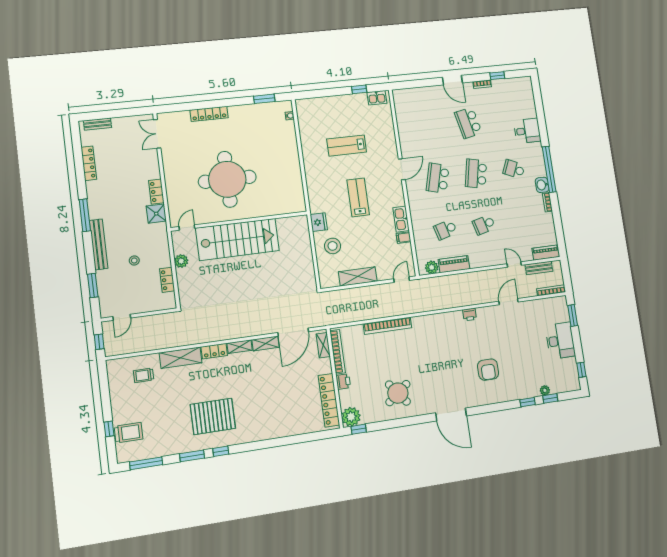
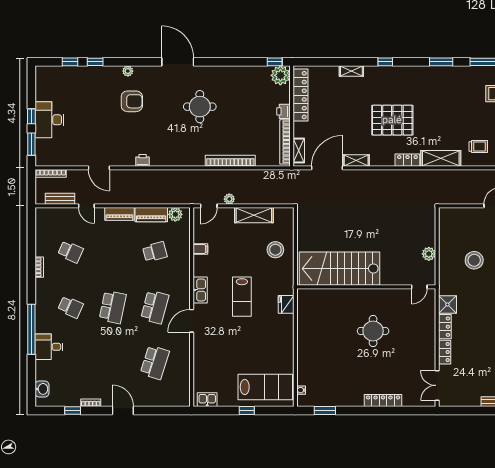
window: (359, 89) -> (247, 411), moved
school desk: (468, 123) -> (155, 362), moved, turned 30
double door: (157, 134) -> (437, 385), swing flipped
lab bench: (347, 146) -> (265, 387), moved, width x1.36, depth x1.39
window: (549, 169) -> (31, 329), moved
round table: (227, 179) -> (373, 331), width x0.54, depth x0.54
washbasin: (542, 185) -> (42, 389), moved
kitchen sink: (401, 219) -> (200, 290), moved
fridge: (319, 222) -> (286, 304), moved
school desk: (484, 225) -> (71, 252), moved, turned 39
stairs: (237, 239) -> (340, 269), moved
piano: (546, 253) -> (119, 214), moved
stool: (134, 260) -> (474, 260), width x1.89, depth x1.89
locker: (167, 280) -> (445, 352), moved
plant: (383, 289) -> (229, 199), added
door: (508, 302) -> (99, 168), hinge flipped
shelving: (240, 347) -> (351, 71), moved
armchair: (488, 370) -> (132, 101), turned 90
window: (581, 370) -> (31, 116), moved
plant: (545, 390) -> (128, 71), moved
round table: (398, 393) -> (200, 107), moved, turned 38
pallet: (213, 416) -> (392, 120), moved
window: (221, 451) -> (385, 62), moved

